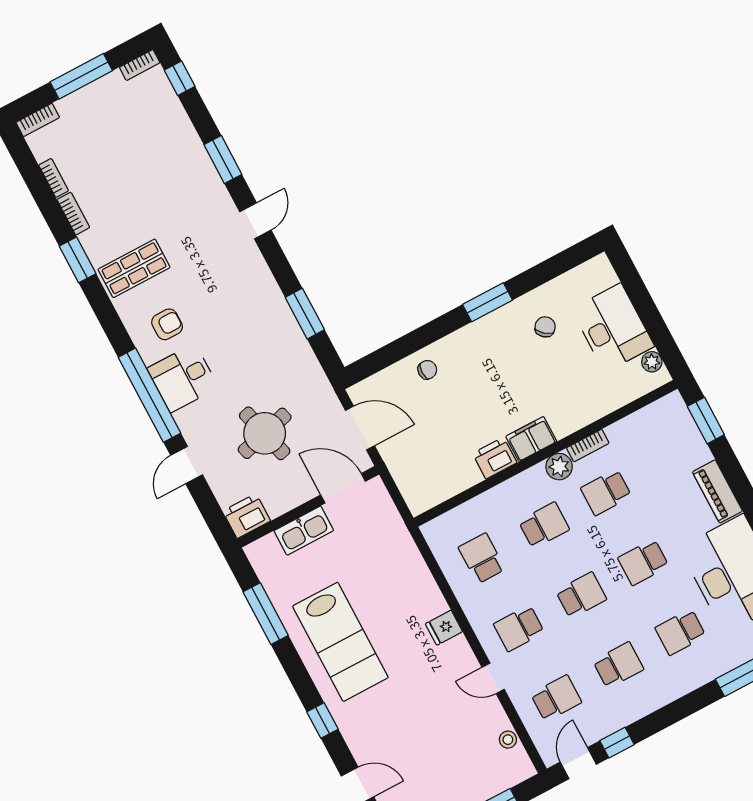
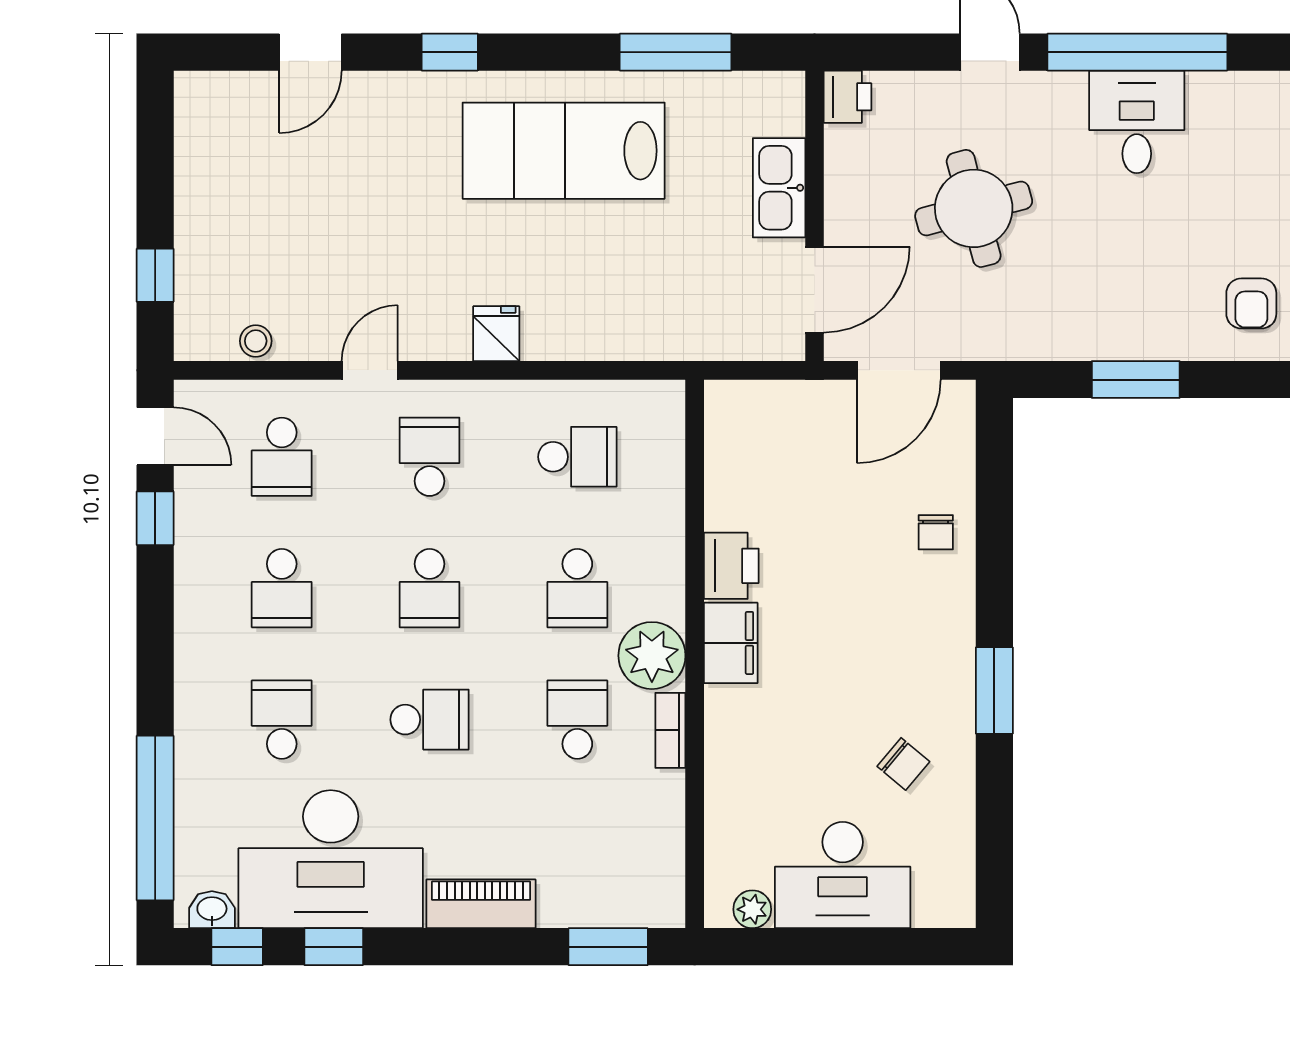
armchair: (167, 324) -> (1251, 303), moved
plant: (559, 467) -> (652, 656), width x1.36, depth x1.36
printer: (247, 516) -> (848, 97), width x0.73, depth x0.81
school desk: (643, 562) -> (430, 720), turned 90

